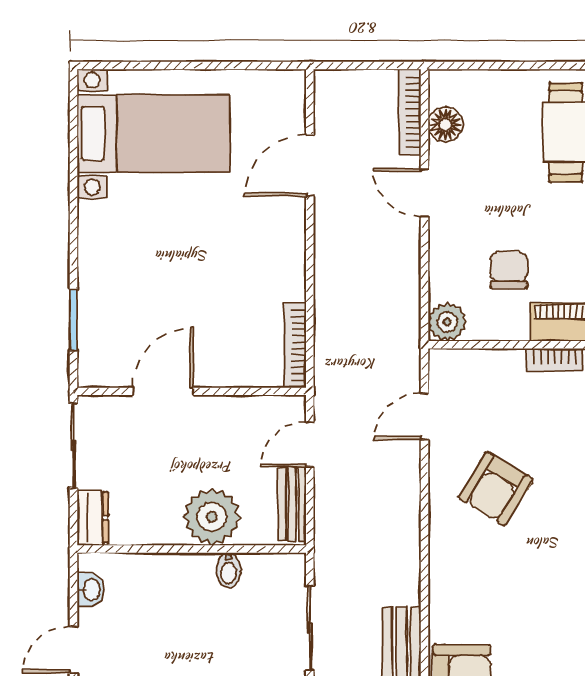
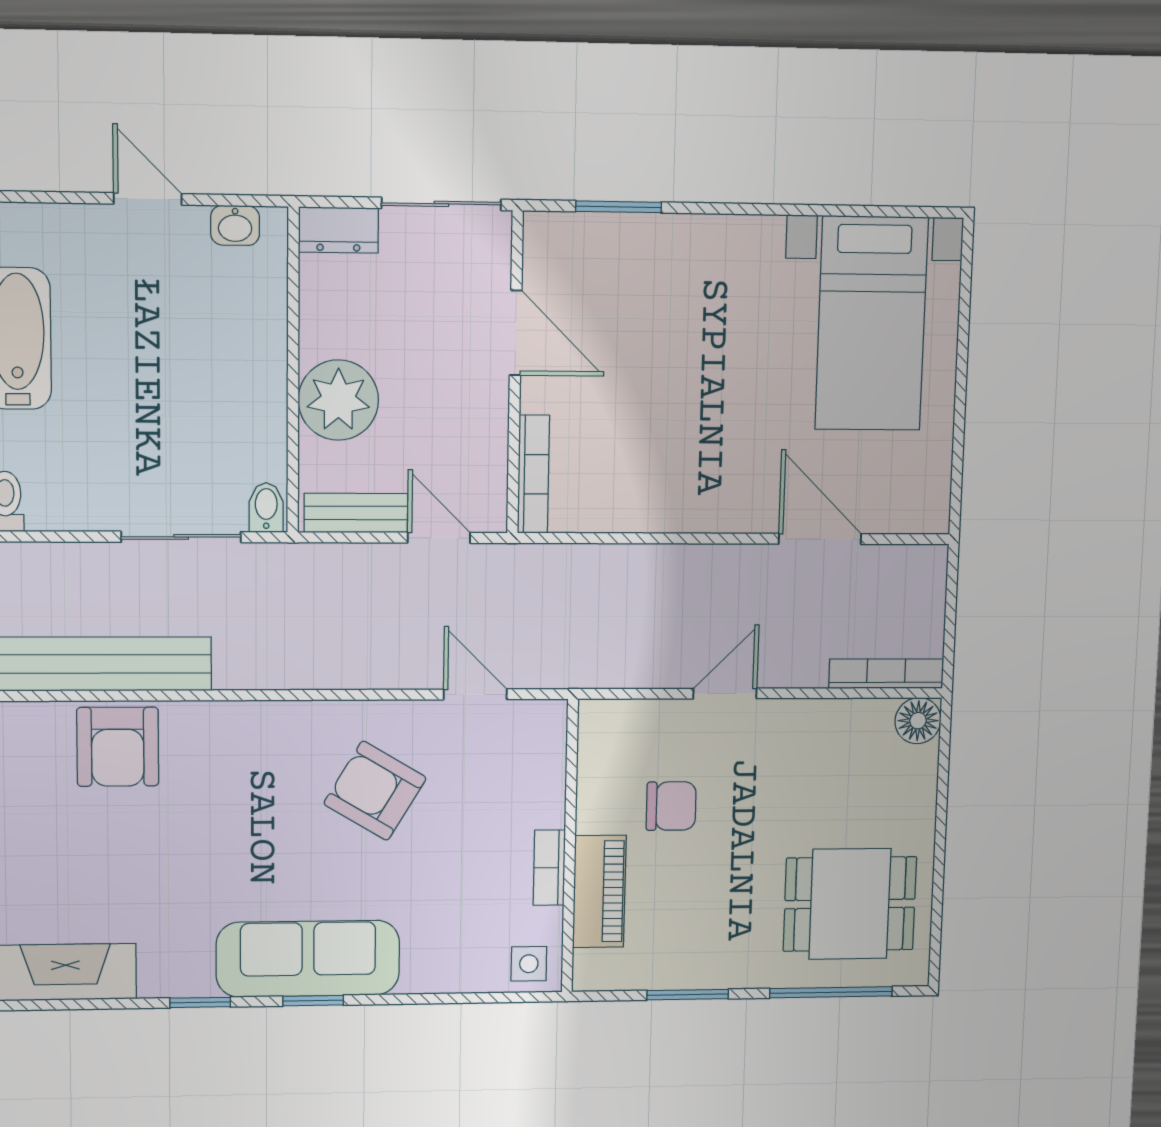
floor lamp: (445, 124) -> (918, 721), moved
door: (424, 193) -> (725, 694), moved
plant: (447, 322) -> (603, 725), removed
bookcase: (295, 345) -> (533, 474), moved, turned 90
bidet: (229, 570) -> (266, 508), moved, turned 90

